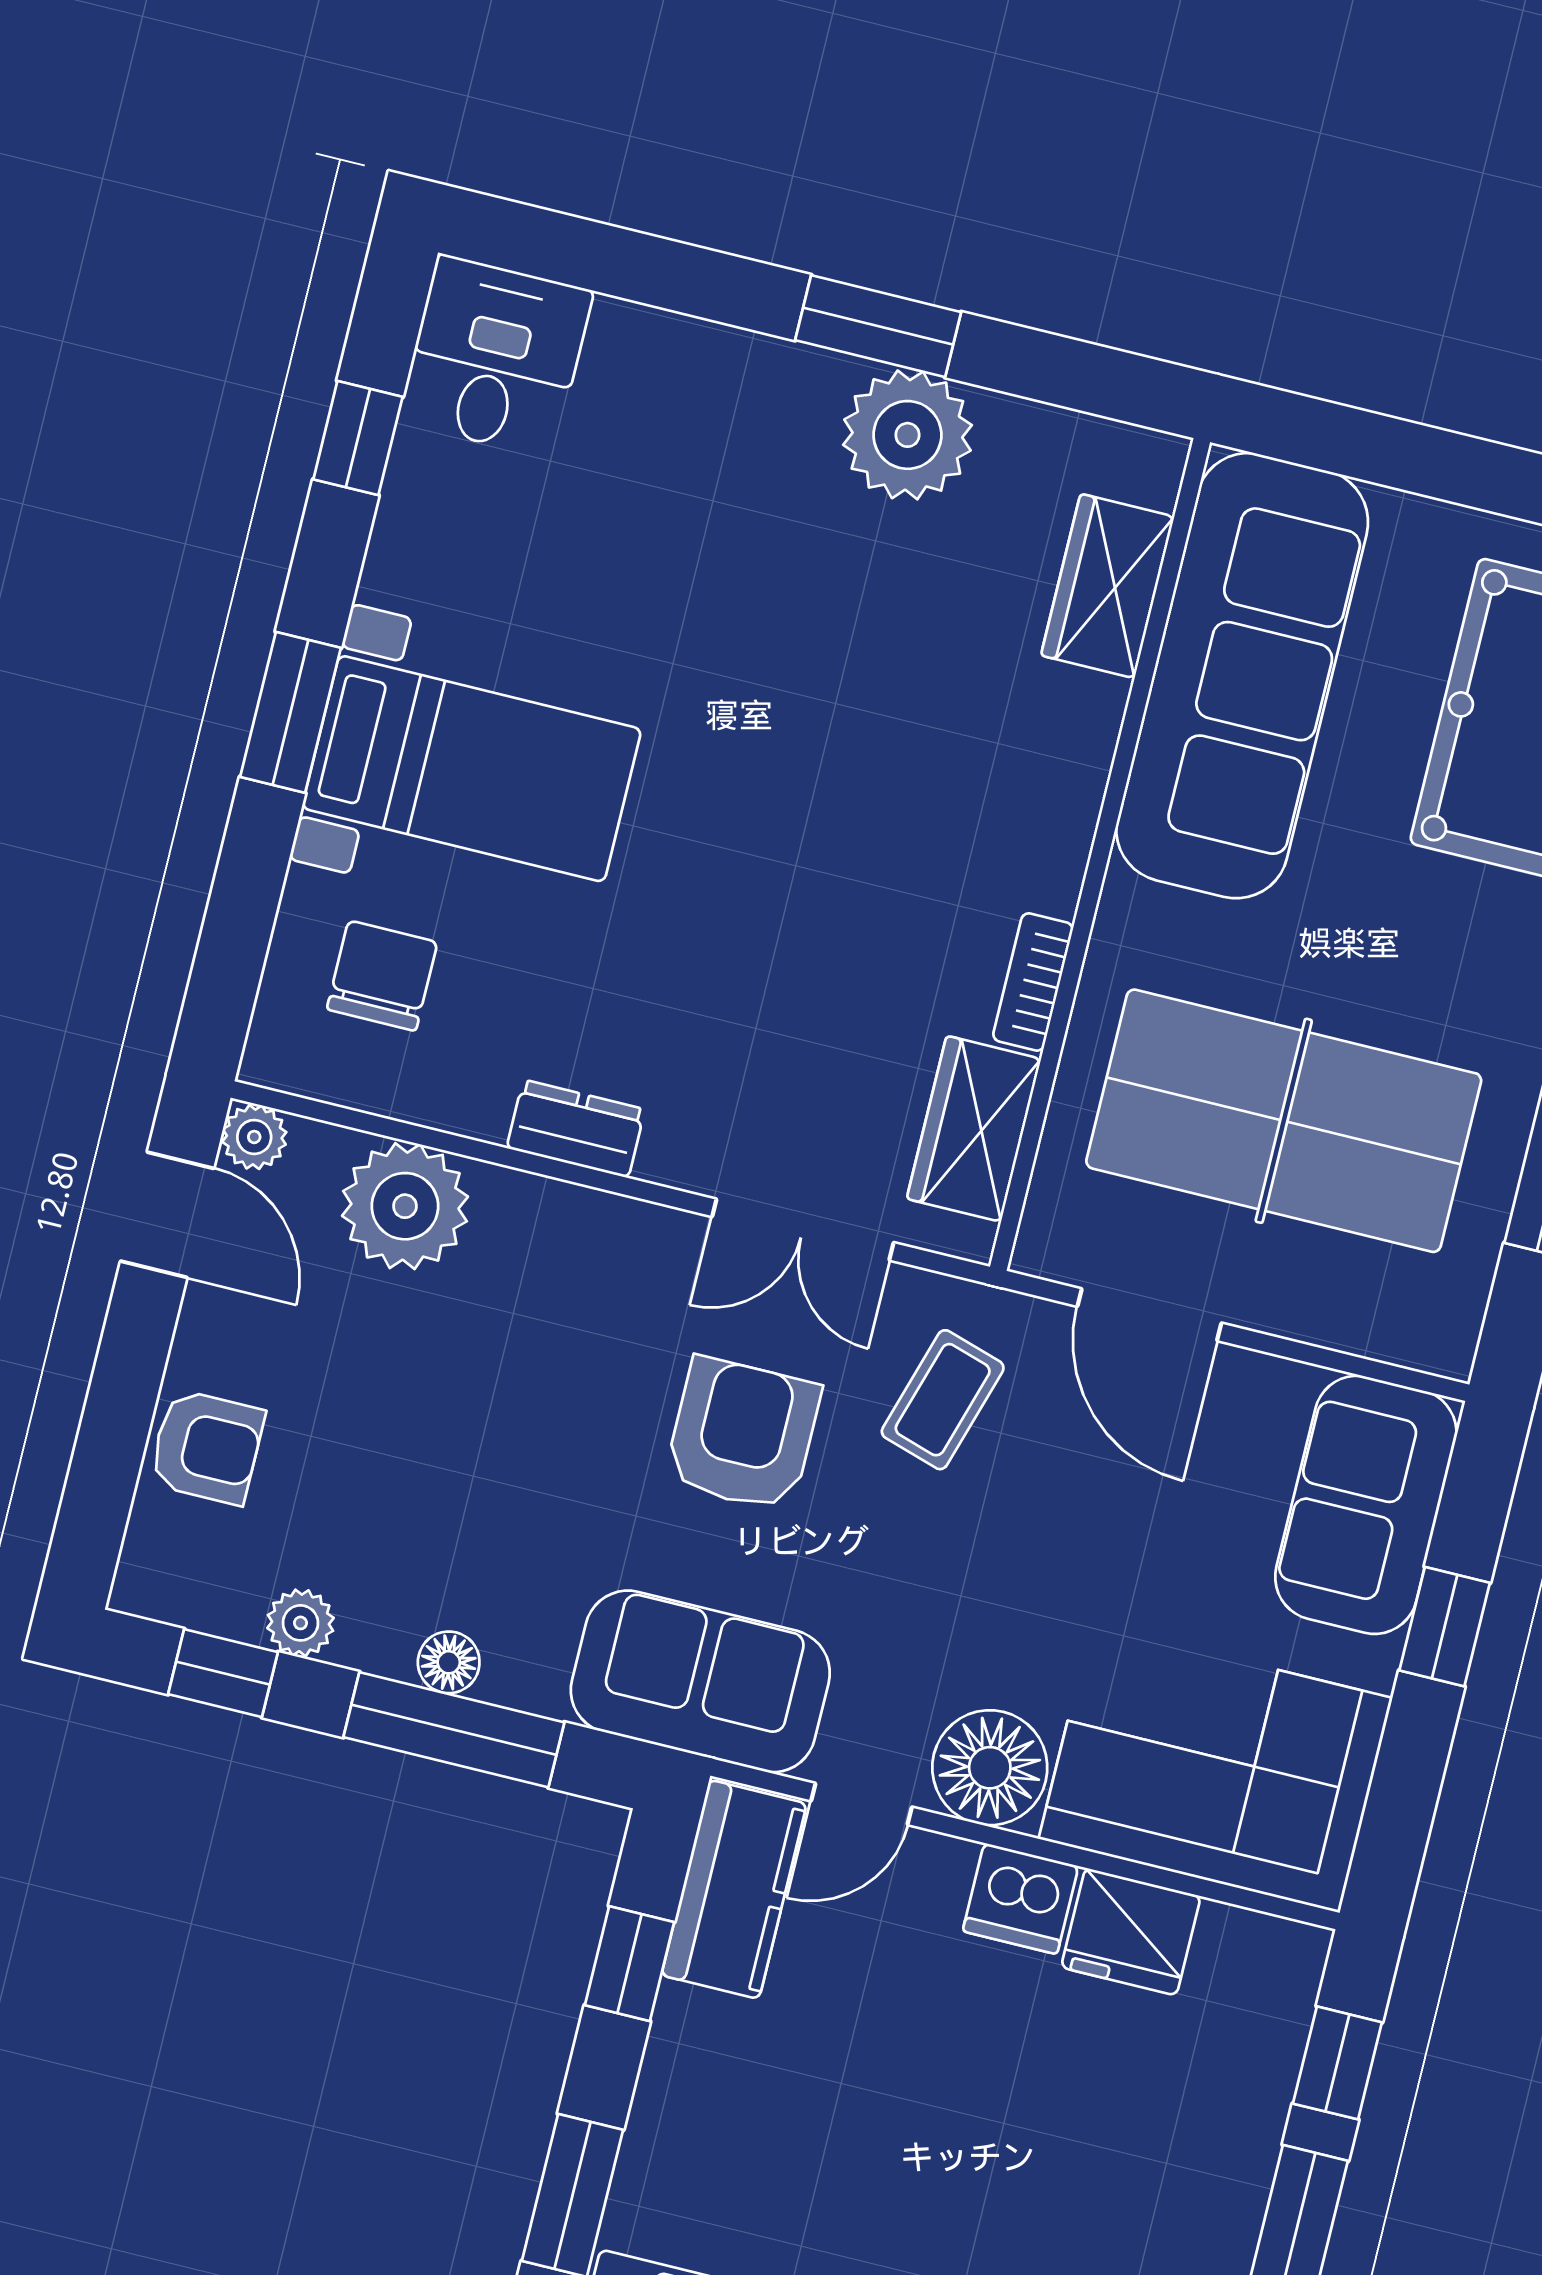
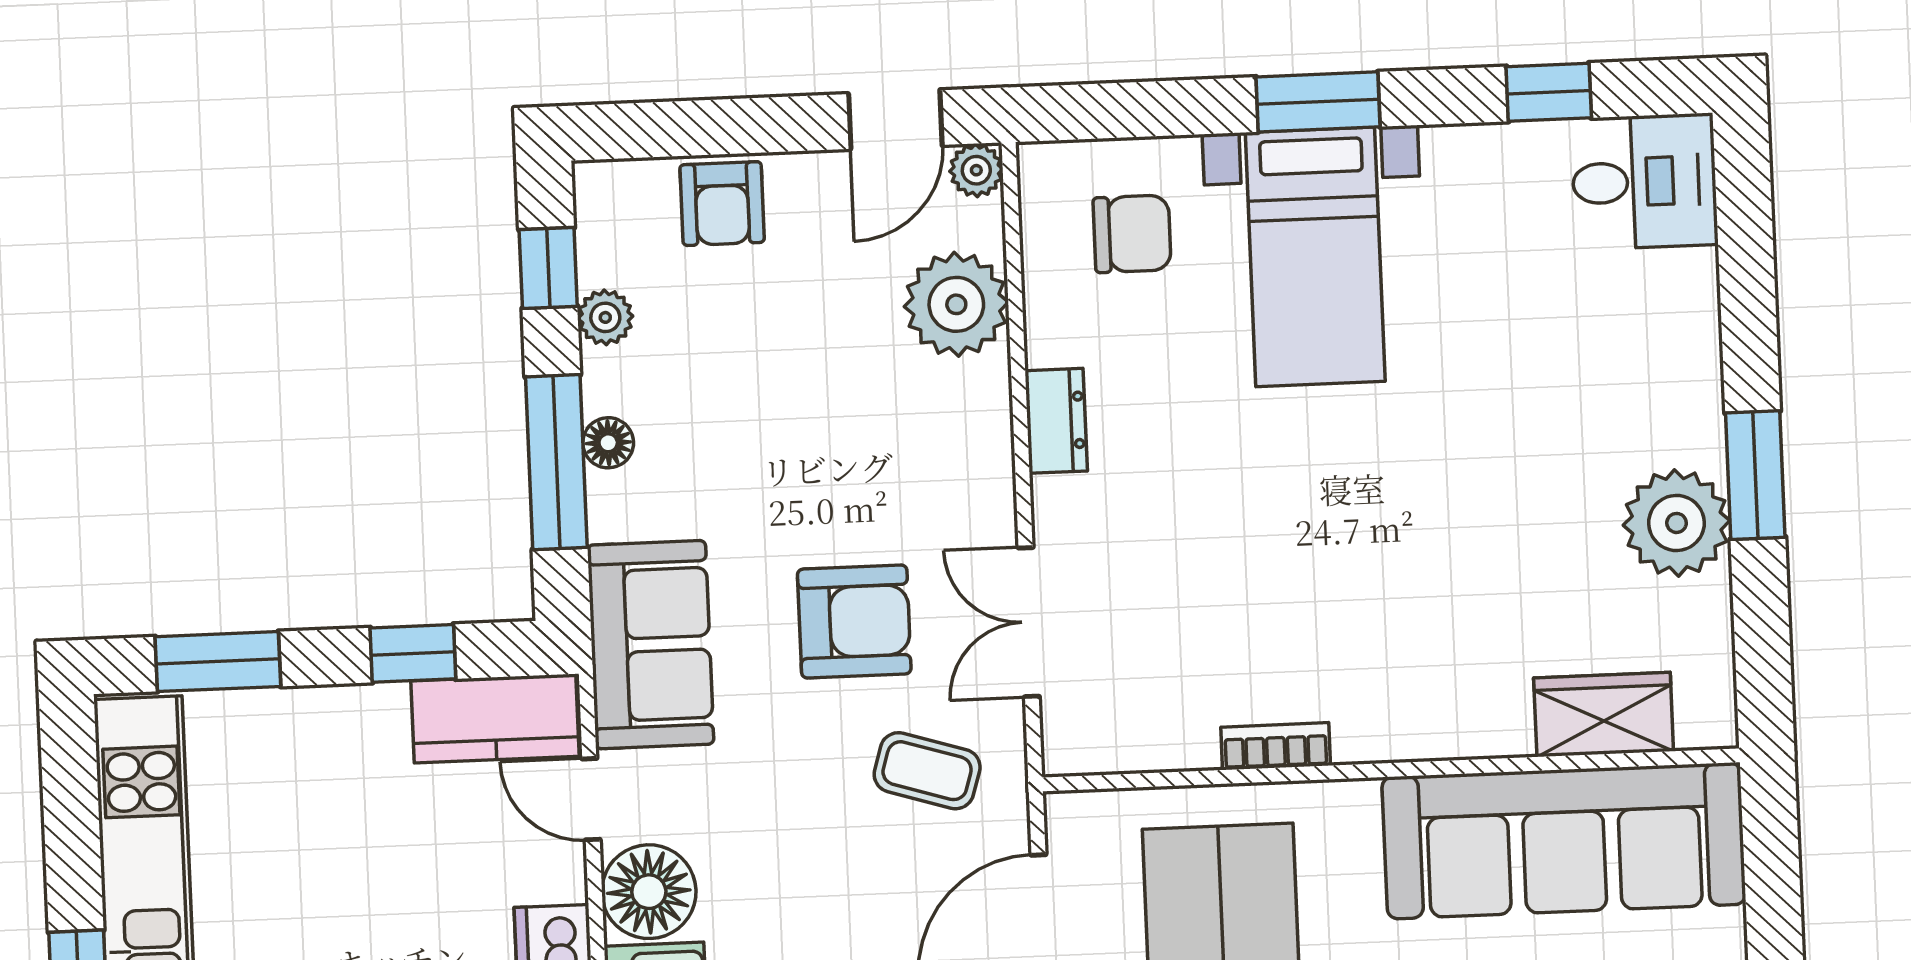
wardrobe: (974, 1129) -> (1147, 733), removed

